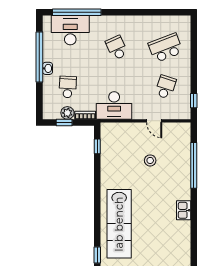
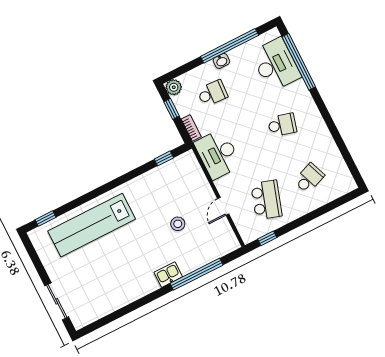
school desk: (117, 48) -> (282, 125), turned 39
school desk: (165, 48) -> (309, 178), width x0.54
school desk: (165, 87) -> (266, 200), width x1.85
plant: (67, 113) -> (174, 87), moved
kitchen sink: (184, 210) -> (168, 275), moved

